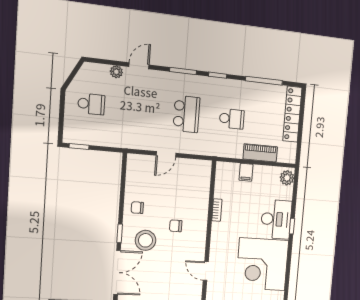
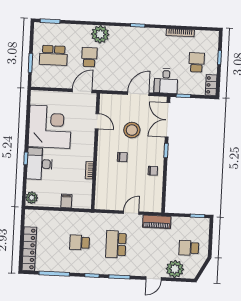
plant: (116, 72) -> (175, 269), width x1.87, depth x1.87
piano: (260, 153) -> (157, 222), moved
stool: (145, 240) -> (132, 130), moved

